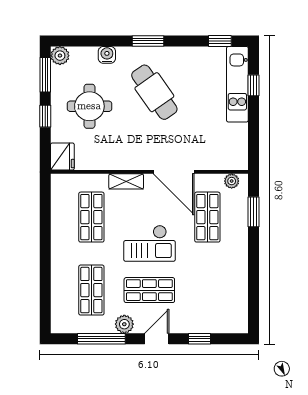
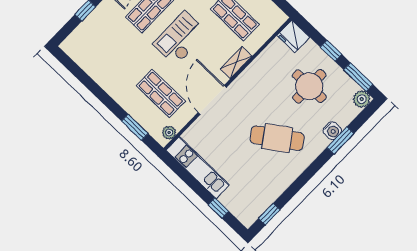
window: (148, 41) -> (340, 140), moved
kitchen unit: (237, 84) -> (198, 168), moved
door: (174, 172) -> (212, 100), hinge flipped

